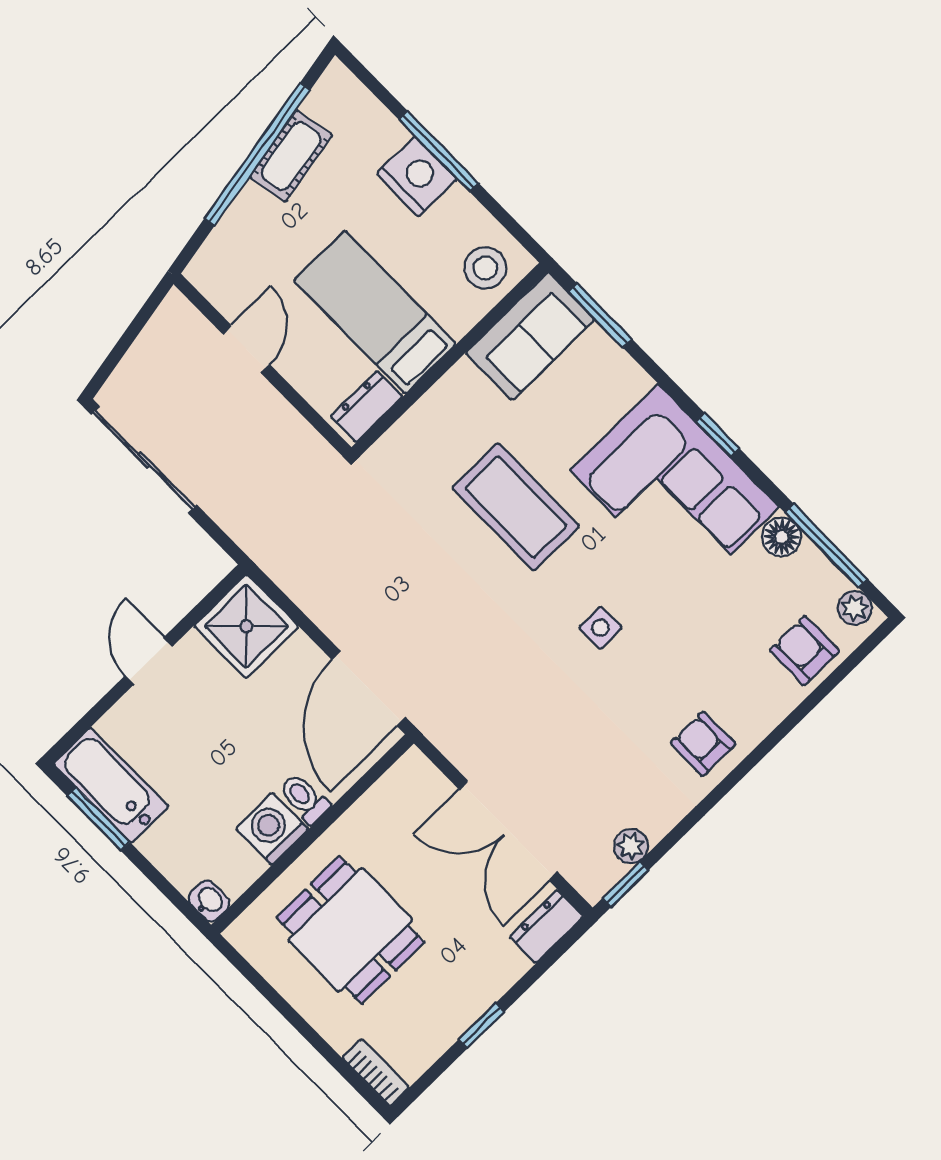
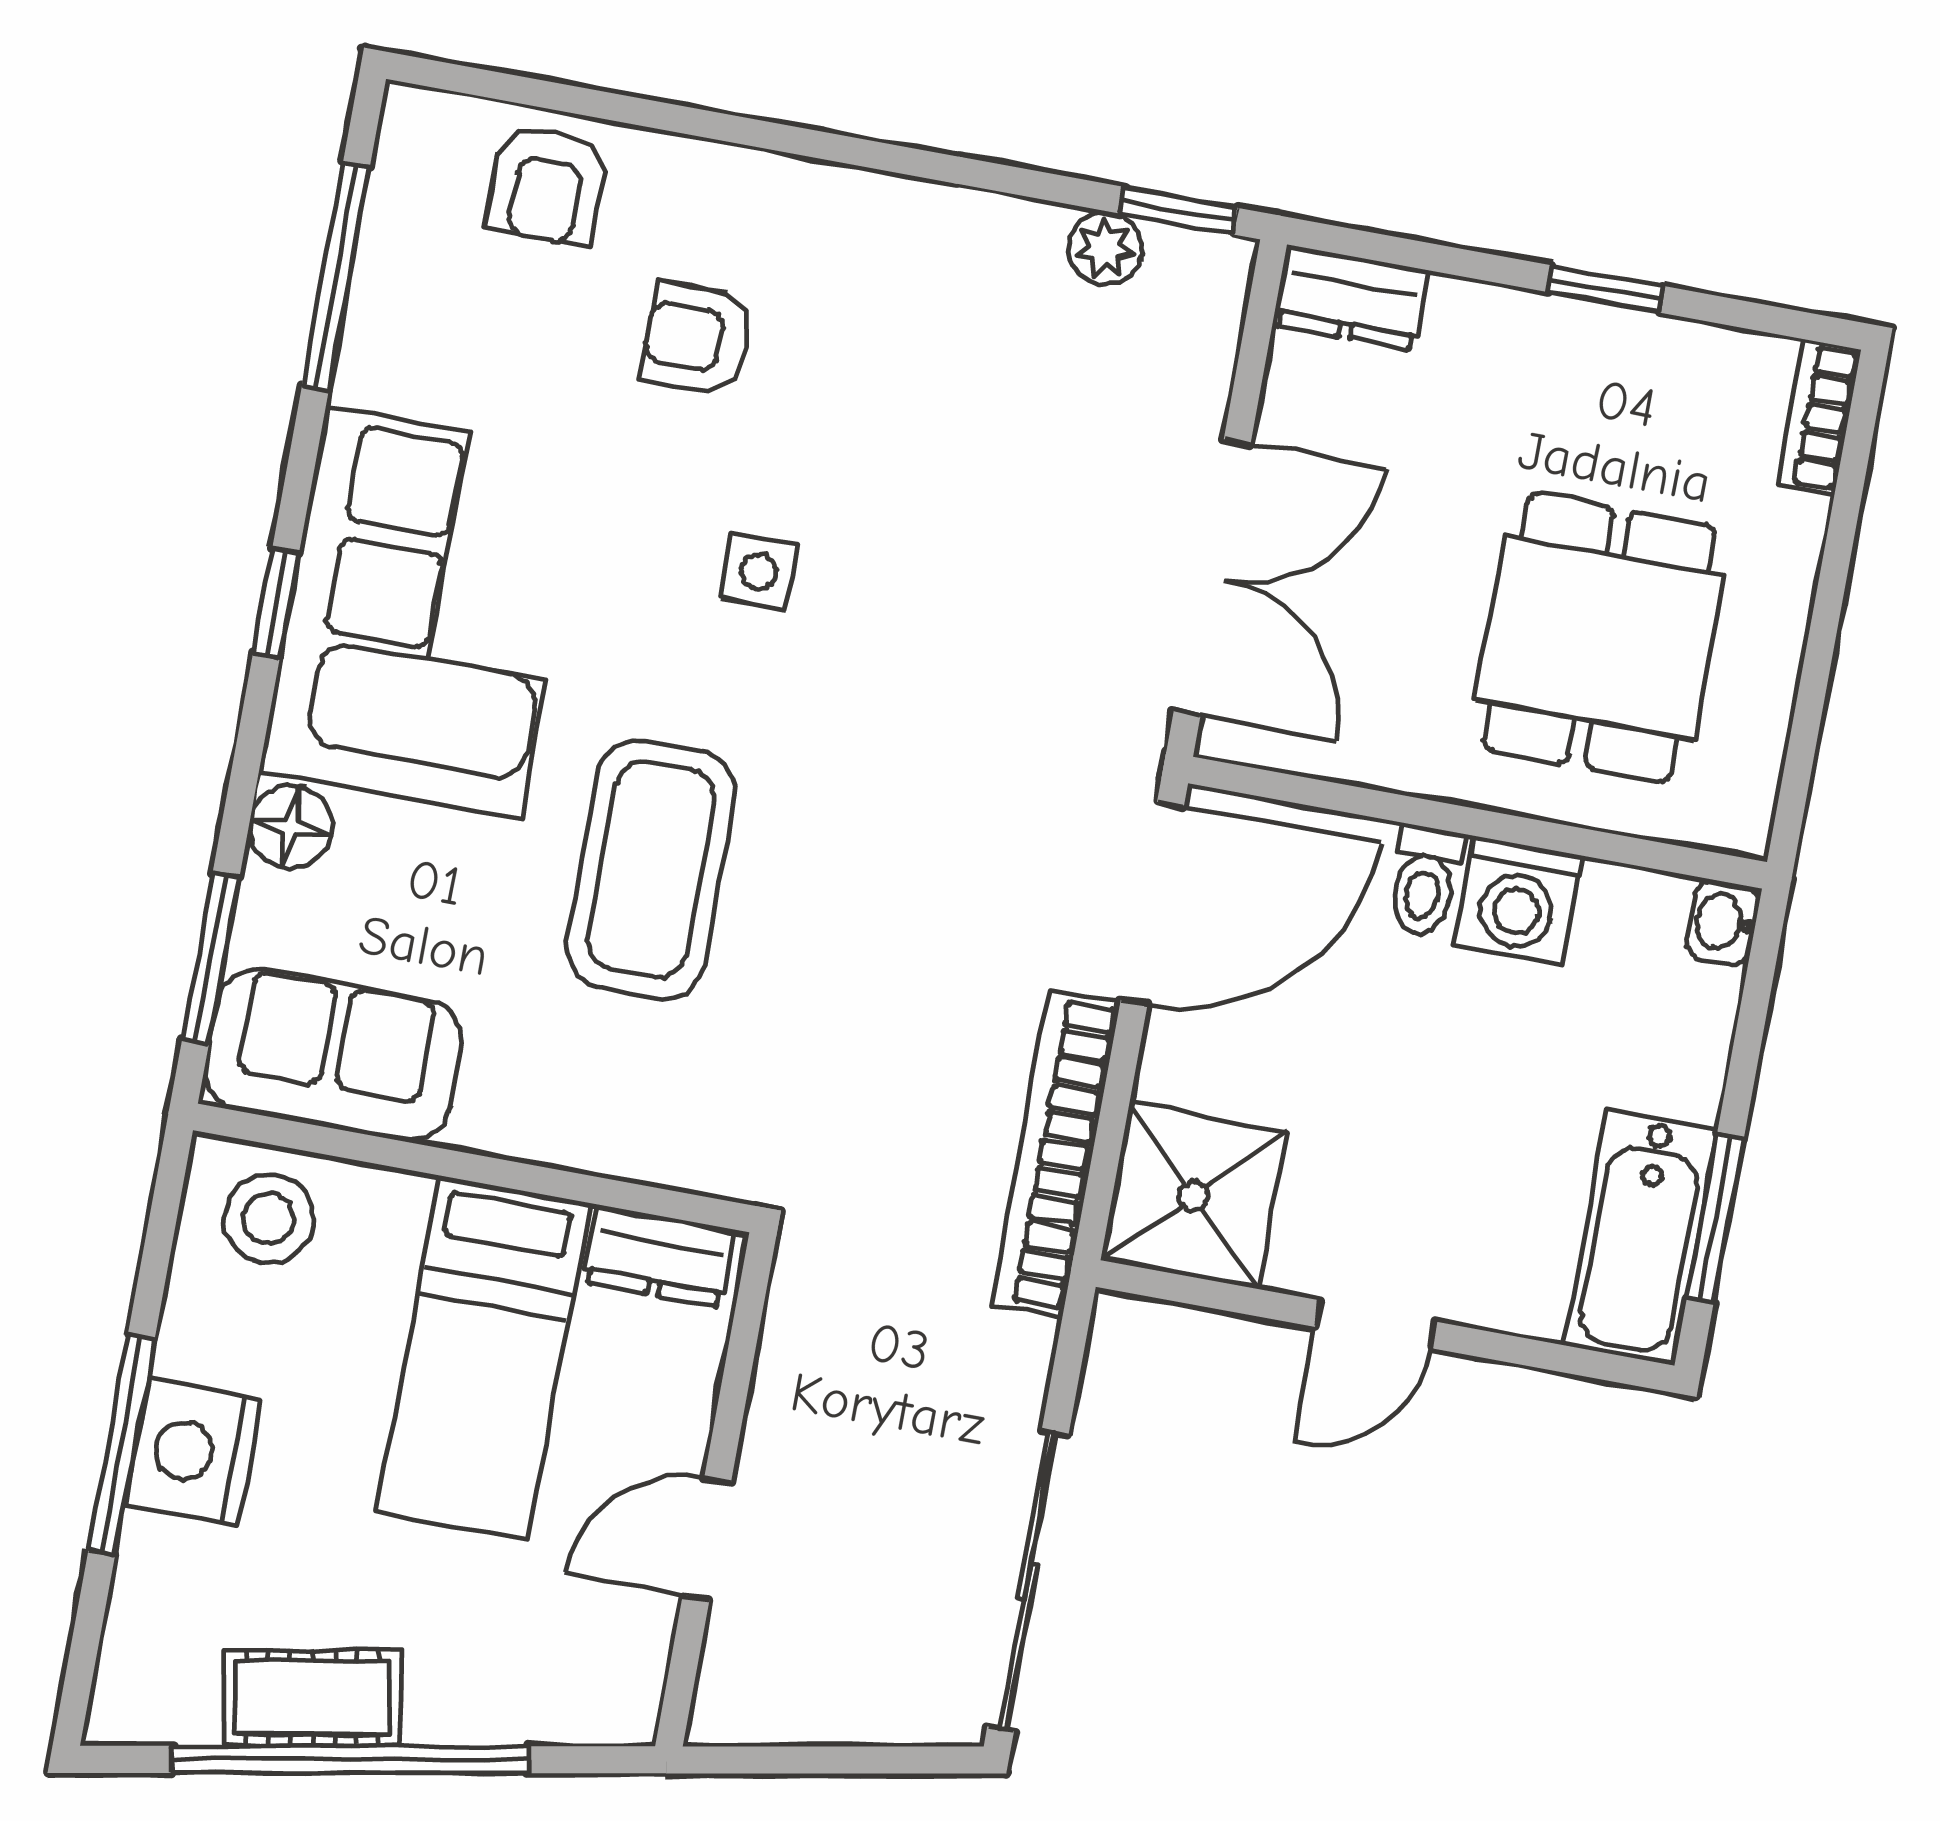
floor lamp: (782, 537) -> (291, 827), moved
bookcase: (299, 585) -> (1056, 1153), added
plant: (855, 608) -> (410, 149), removed
armchair: (703, 744) -> (698, 339), moved, turned 90
double door: (508, 831) -> (1212, 577), moved

